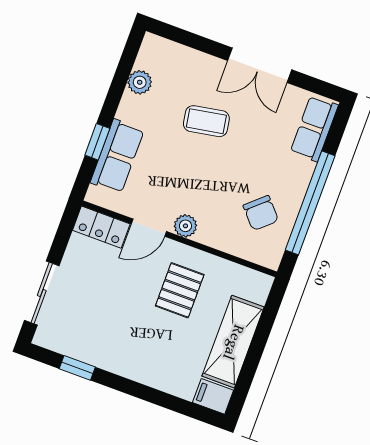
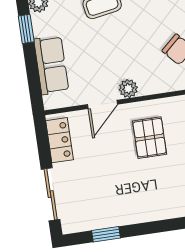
window: (97, 142) -> (26, 29), moved
locker: (101, 227) -> (60, 140), moved, turned -90

